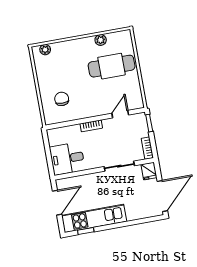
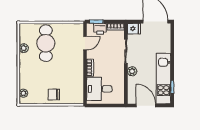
chair: (62, 99) -> (54, 94), moved
door: (120, 114) -> (85, 43), swing flipped
printer: (141, 129) -> (100, 29), added
desk: (67, 159) -> (99, 89), moved, turned 90
plant: (96, 178) -> (132, 71), added

